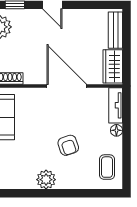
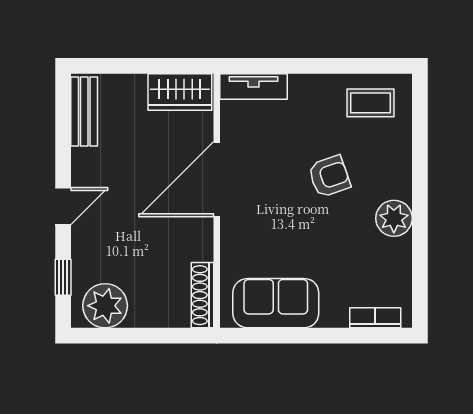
bench: (115, 30) -> (84, 112), moved, turned 90
floor lamp: (116, 130) -> (301, 85), removed

